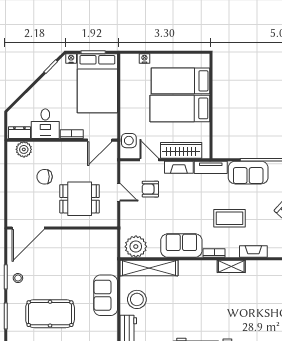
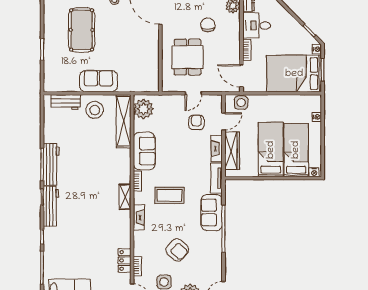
nightstand: (204, 61) -> (314, 172), added
coffee table: (229, 218) -> (169, 195), turned 90

